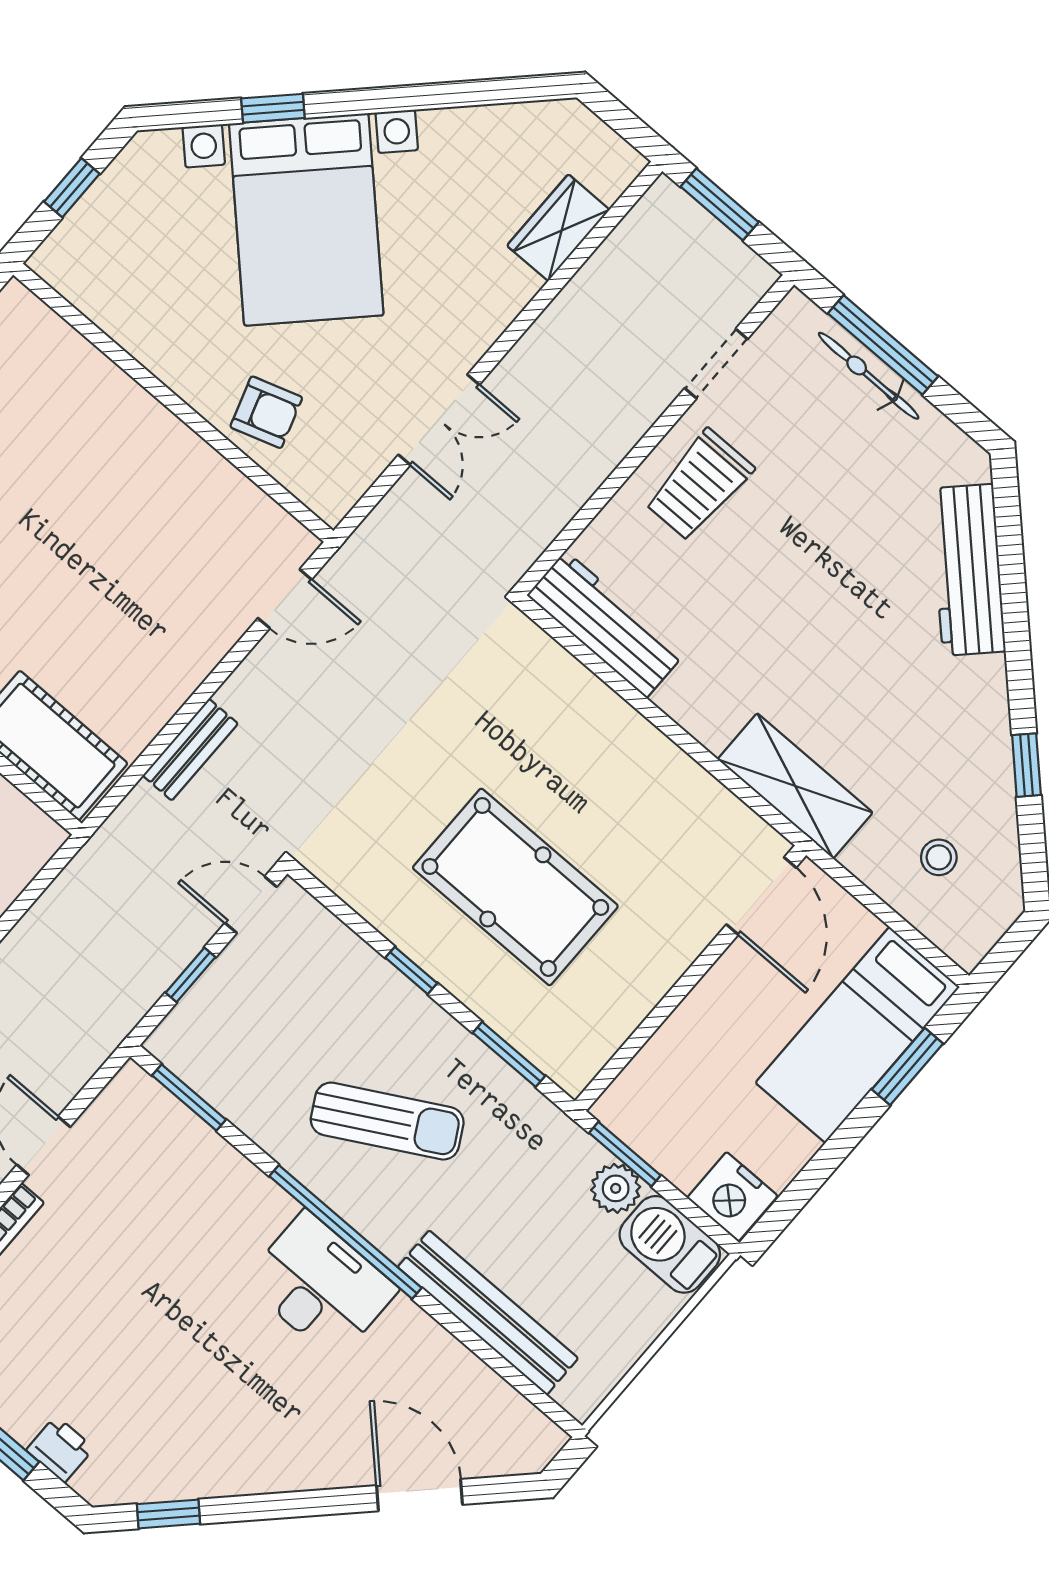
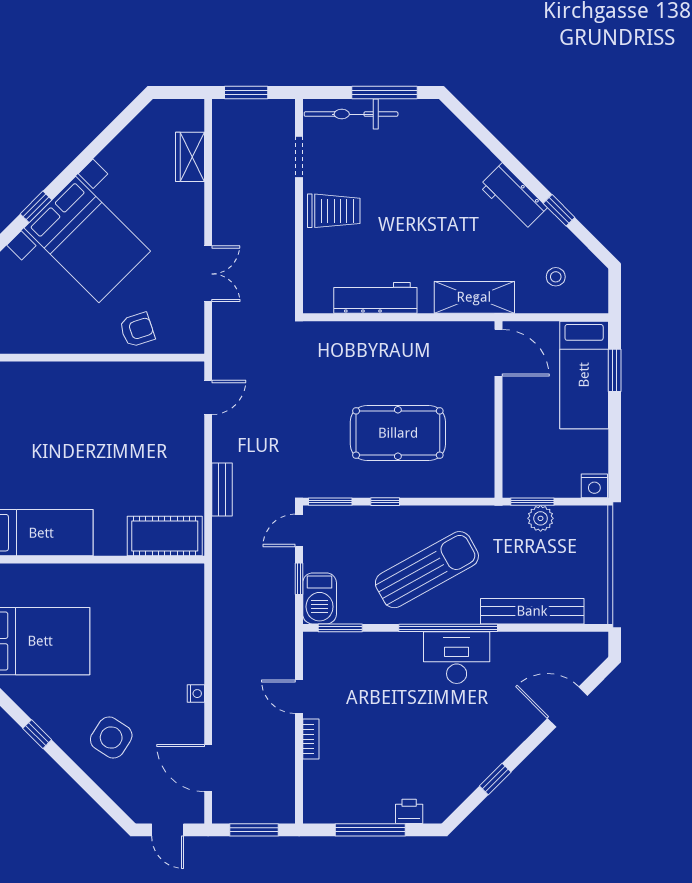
window: (883, 345) -> (384, 93), moved
bicycle: (869, 376) -> (351, 114), width x1.37, depth x1.40
trolley: (699, 485) -> (334, 211), turned -90
workbench: (968, 570) -> (513, 197), moved, width x0.73
workbench: (606, 624) -> (375, 298), moved
window: (509, 1054) -> (330, 502), moved
sun lounger: (387, 1121) -> (427, 570), width x1.36, depth x1.34
nightstand: (732, 1197) -> (594, 486), width x0.74, depth x0.75
barbecue: (670, 1244) -> (320, 598), moved, turned -90
window: (169, 1514) -> (495, 779), moved

